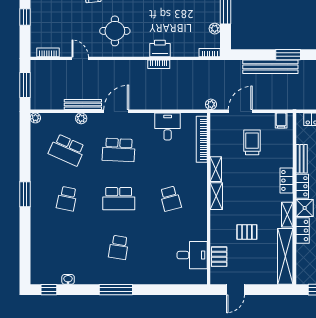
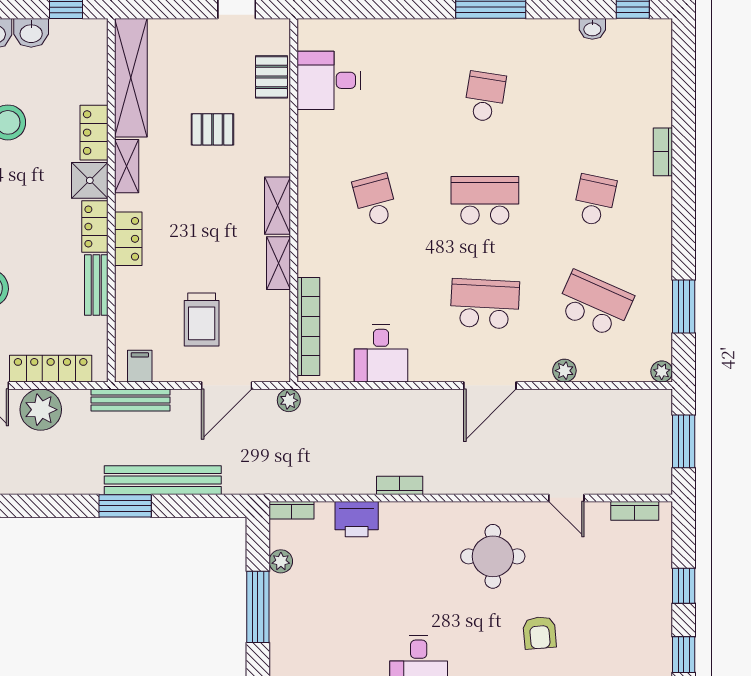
printer: (160, 48) -> (357, 519), moved
bench: (83, 105) -> (130, 400), moved
window: (25, 194) -> (684, 307), moved
bookcase: (35, 221) -> (663, 152), added

